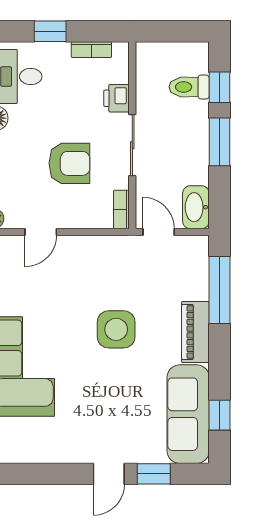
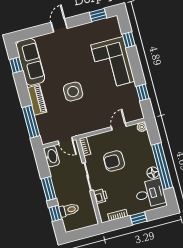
window: (154, 474) -> (98, 15), moved

